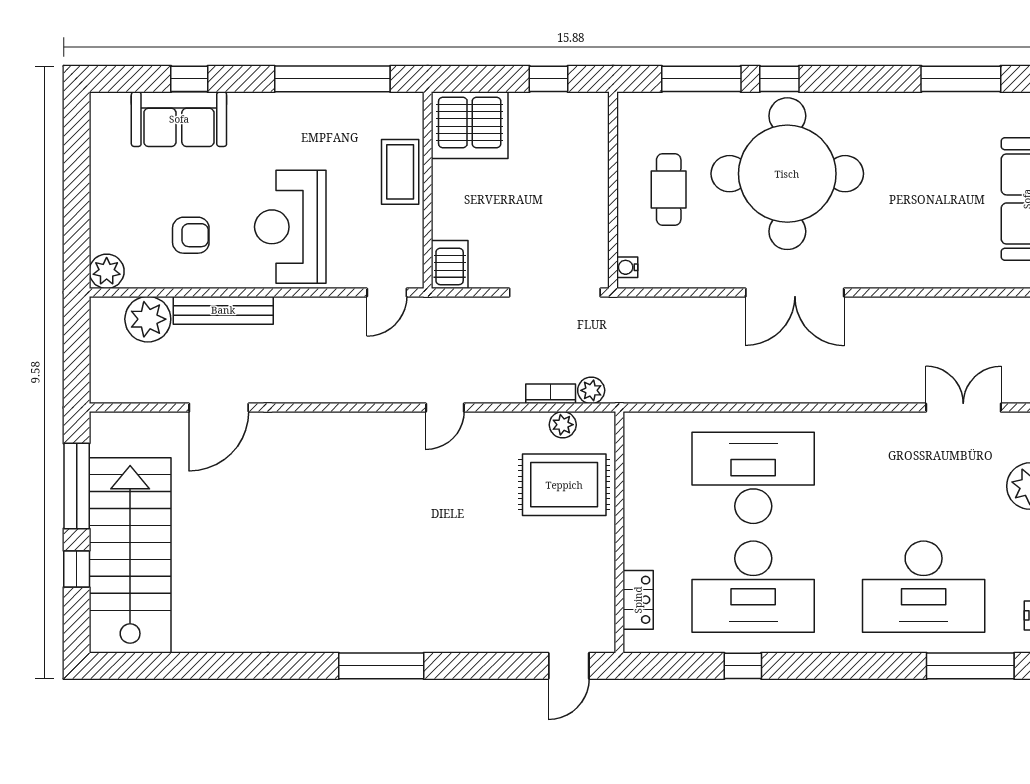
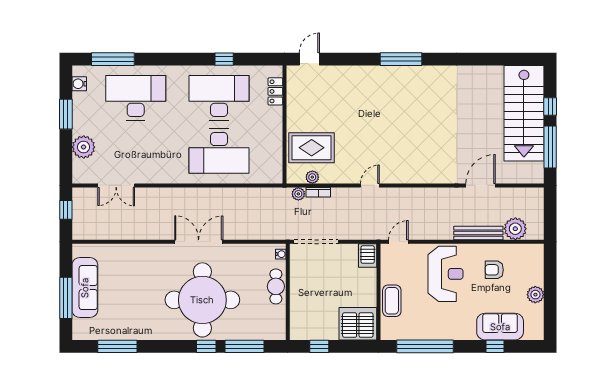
cafe table: (669, 189) -> (276, 286), moved
plant: (107, 271) -> (535, 295), moved

